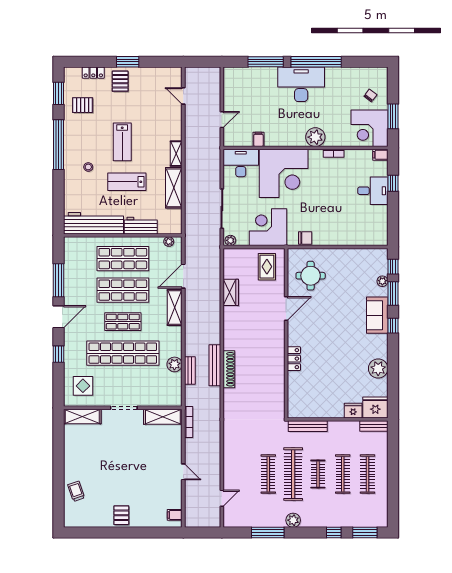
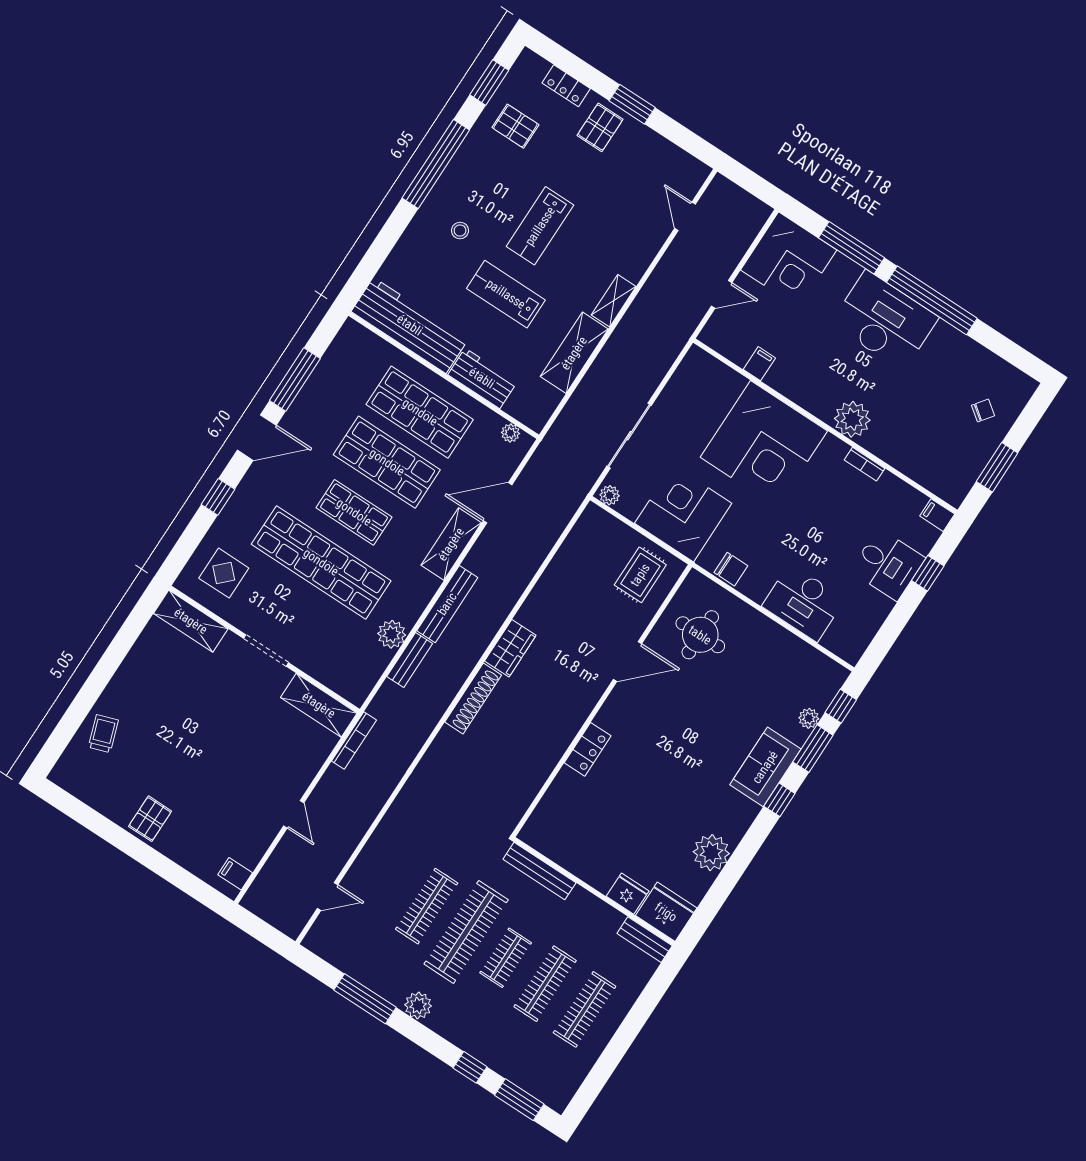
corner desk: (369, 128) -> (789, 260), moved, turned -90
desk: (241, 163) -> (803, 603), moved, turned 180
wardrobe: (231, 292) -> (510, 648), moved
bench: (215, 365) -> (447, 604), moved

